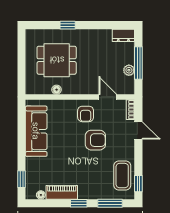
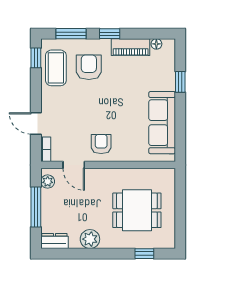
window: (68, 25) -> (144, 254), moved
plant: (95, 37) -> (90, 239), added
plant: (129, 70) -> (48, 182), moved
floor lamp: (57, 90) -> (137, 174), removed
armchair: (95, 140) -> (89, 67), moved, turned 90
window: (21, 179) -> (180, 82), moved

